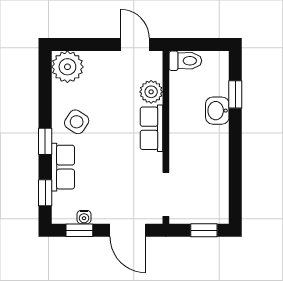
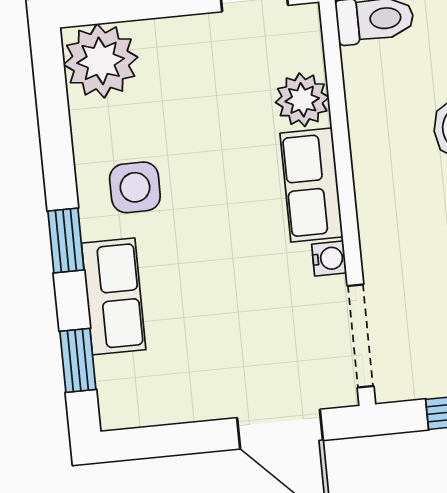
side table: (77, 122) -> (135, 187), turned -33
water cooler: (84, 217) -> (329, 258), moved, turned -90
window: (79, 230) -> (167, 440), removed

